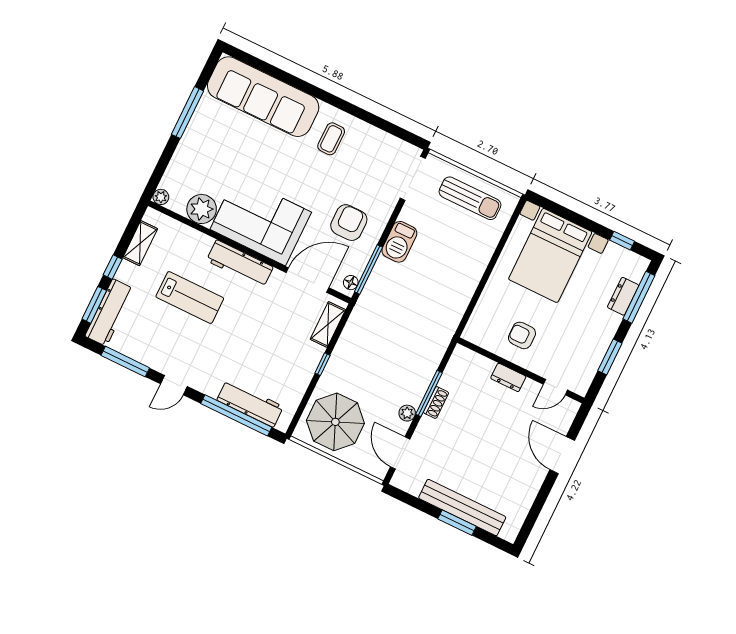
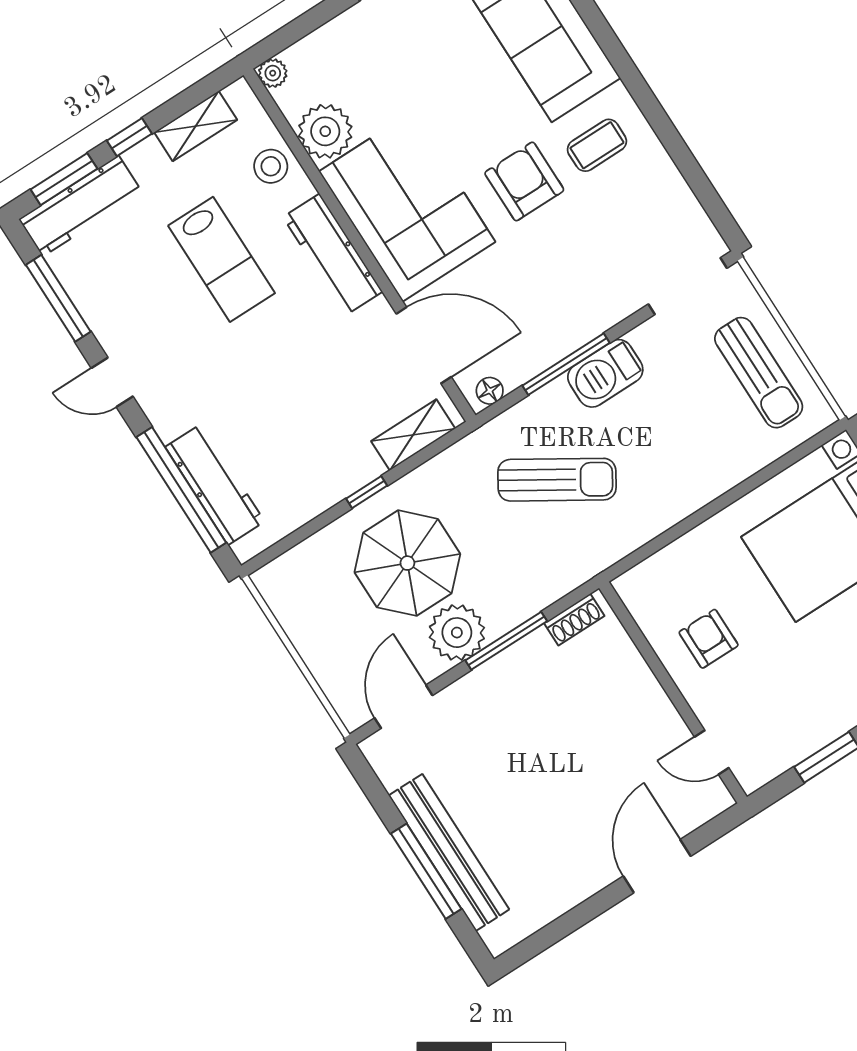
armchair: (349, 223) -> (524, 181), moved, turned -90
stool: (186, 241) -> (271, 166), added
window: (368, 269) -> (566, 364), moved
sun lounger: (407, 305) -> (557, 480), added
dresser: (508, 377) -> (647, 692), removed
shoe rack: (436, 403) -> (574, 620), moved
plant: (407, 413) -> (457, 633), width x1.88, depth x1.88
parasol: (335, 422) -> (407, 563), moved
window: (457, 523) -> (426, 871), width x1.44

